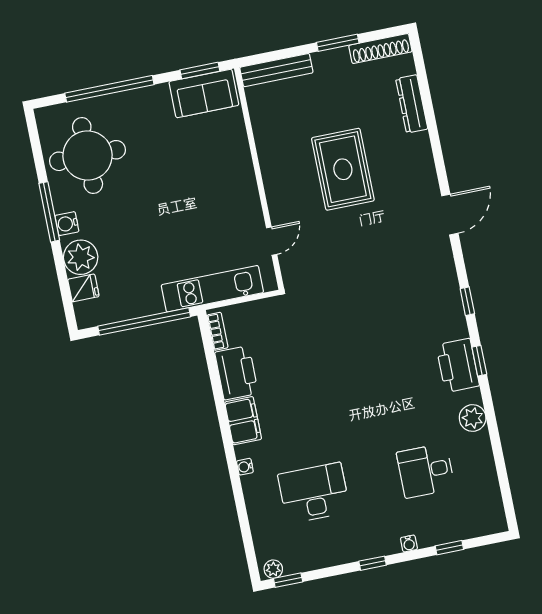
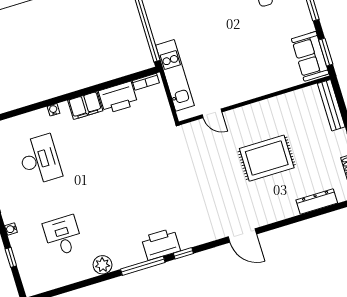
window: (479, 361) -> (143, 266), width x2.17
printer: (458, 365) -> (161, 244), moved

